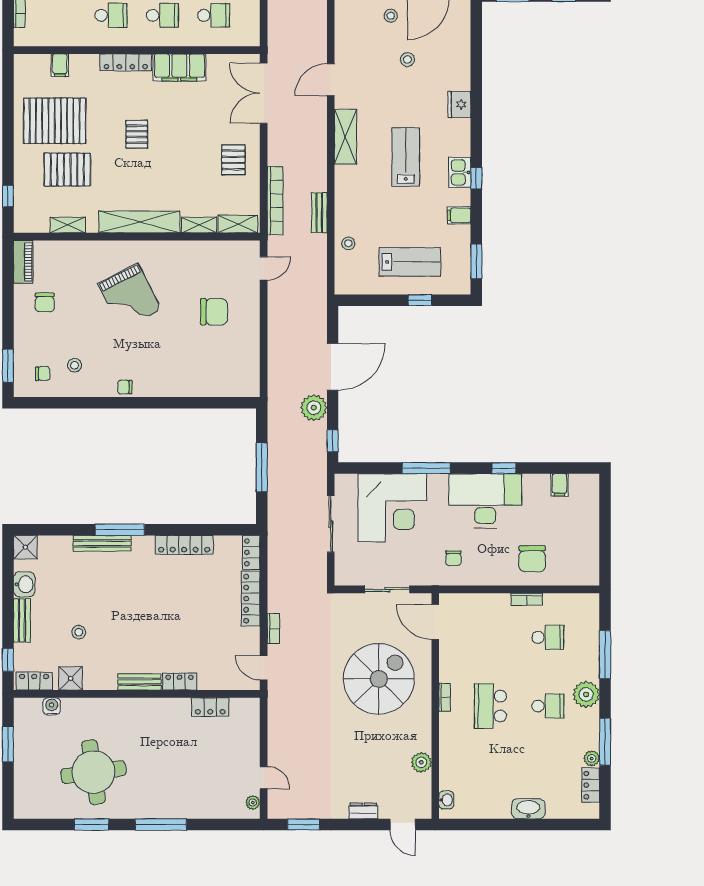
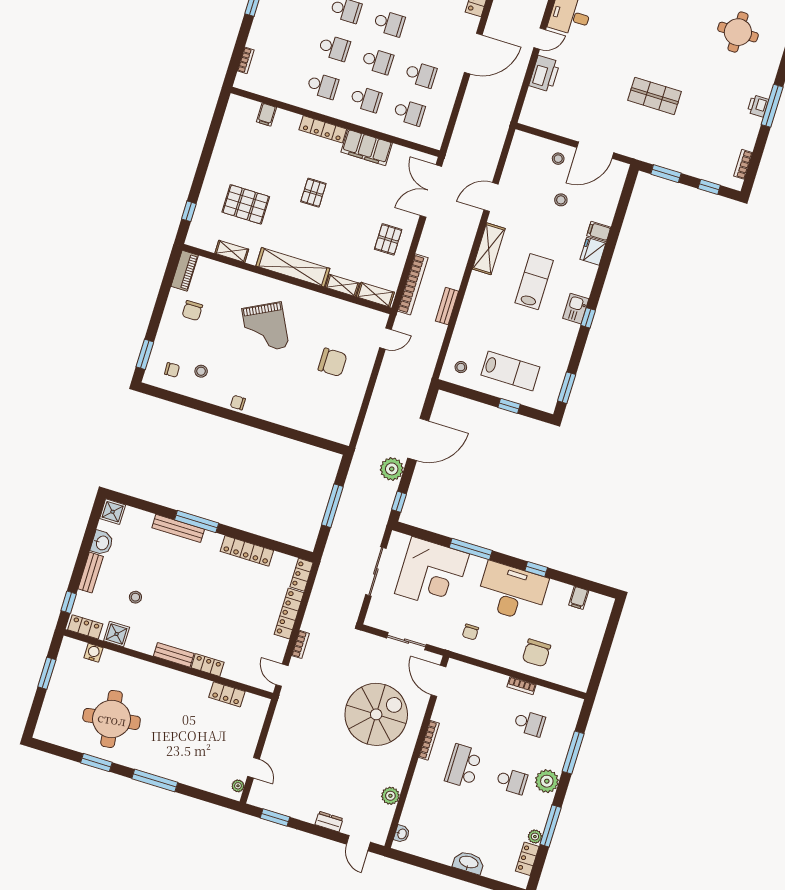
pallet: (55, 121) -> (248, 160), removed
filing cabinet: (459, 215) -> (599, 231), moved
stool: (348, 243) -> (461, 367), moved
bookcase: (445, 697) -> (429, 740), width x1.56

